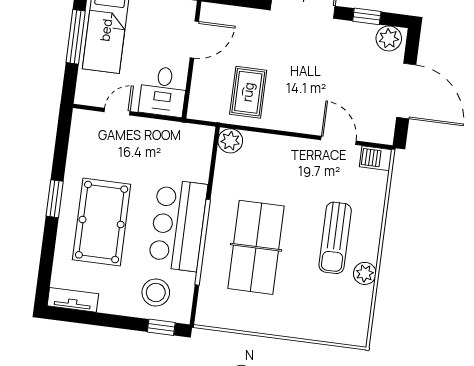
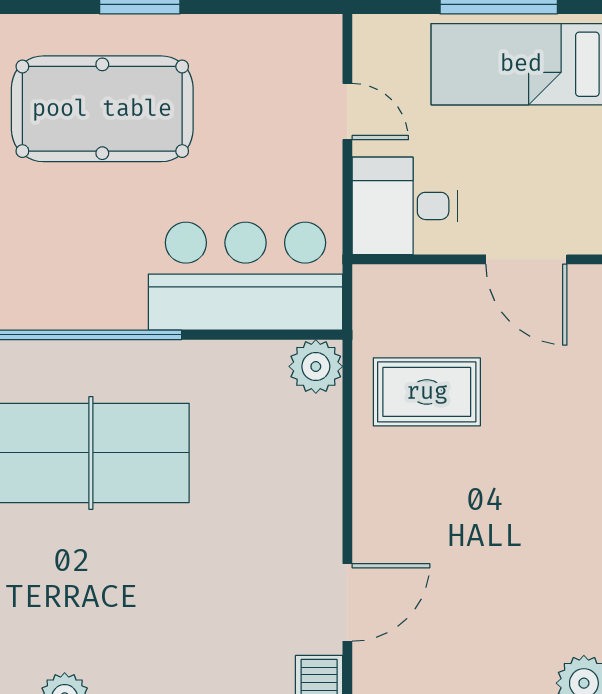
bar counter: (178, 225) -> (246, 276), moved
sun lounger: (335, 238) -> (134, 623), removed

